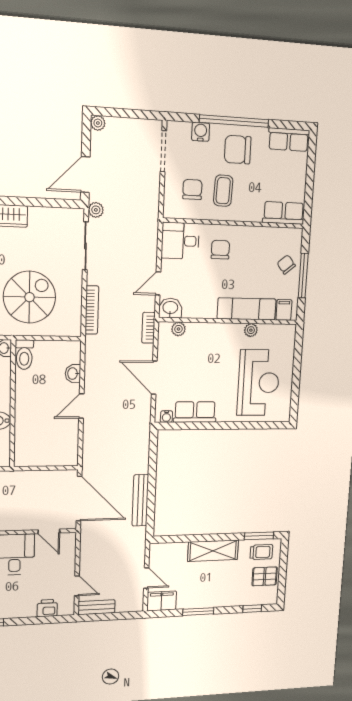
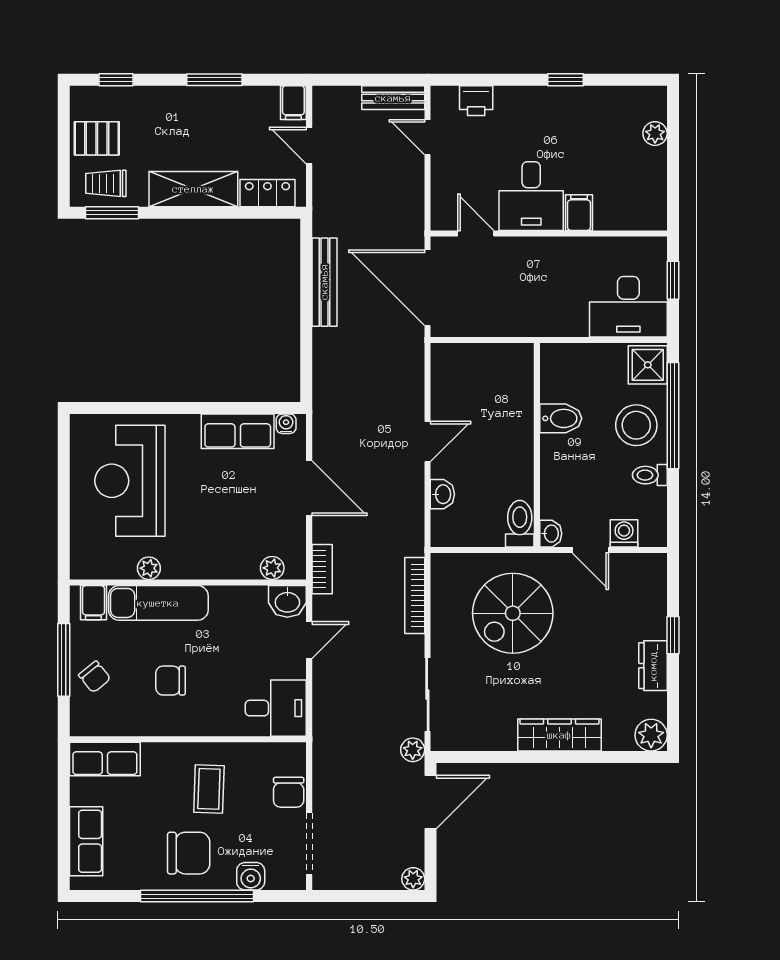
row of seats: (289, 140) -> (86, 841), moved, turned 90
chair: (192, 189) -> (289, 792), moved
chair: (220, 250) -> (171, 681), moved, turned 90
locker: (171, 550) -> (267, 193), added
filing cabinet: (162, 601) -> (293, 103), width x0.50

